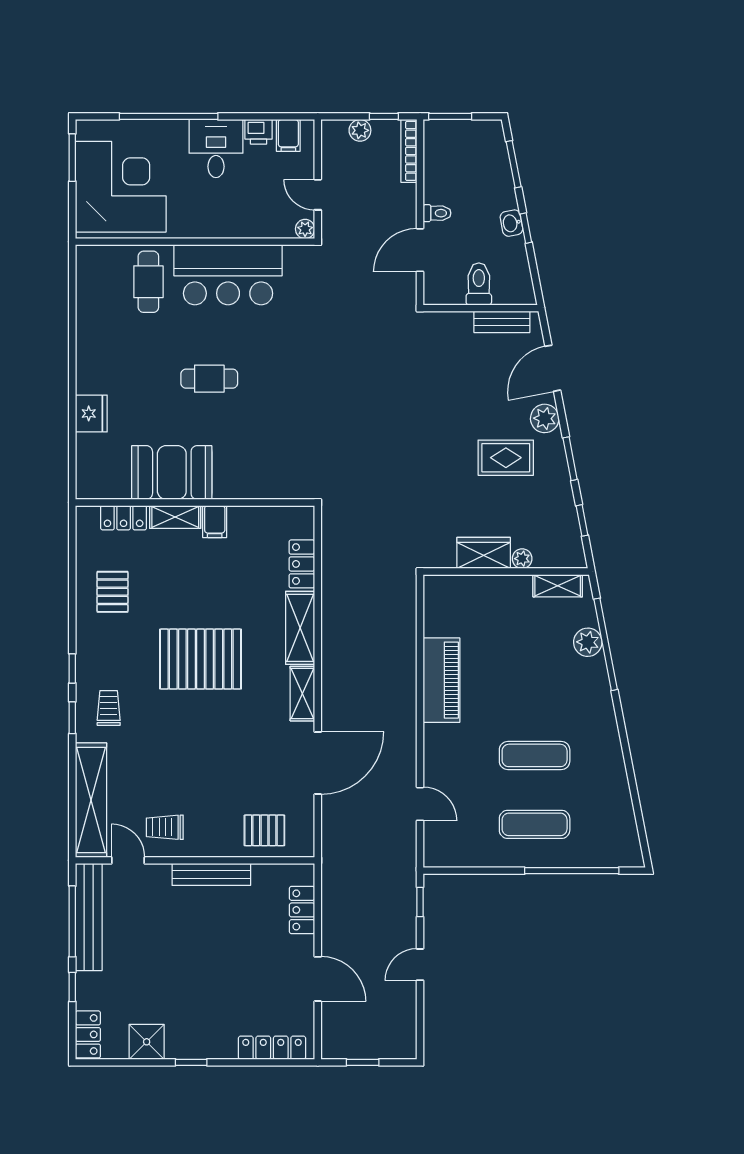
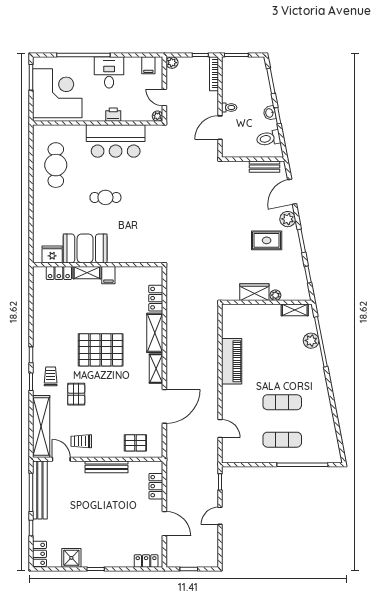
plant: (360, 130) -> (172, 63), moved
printer: (259, 132) -> (113, 115), moved, turned 180
cafe table: (148, 282) -> (56, 165), moved, width x1.37, depth x1.35
toilet: (479, 284) -> (268, 138), moved, turned -101
fridge: (91, 413) -> (52, 254), moved, turned -90
pallet: (112, 592) -> (76, 394), moved
locker: (272, 1048) -> (146, 561), width x0.66

